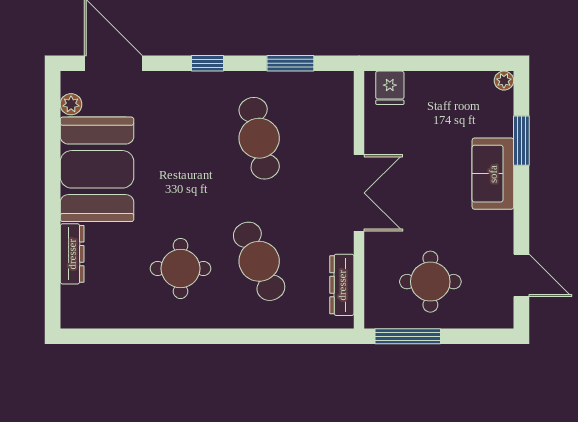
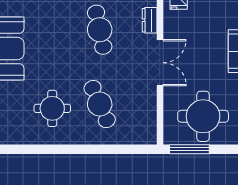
round table: (430, 282) -> (203, 116), width x1.36, depth x1.36
dresser: (342, 285) -> (150, 20), moved, width x0.70

